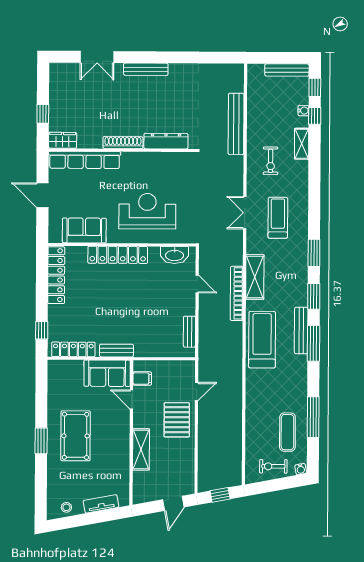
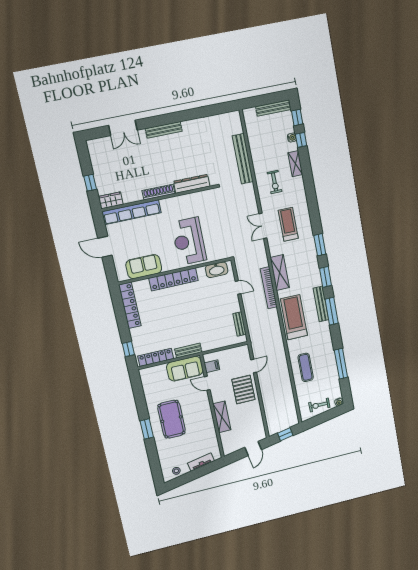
reception desk: (147, 211) -> (189, 241), turned -90
exercise mat: (287, 432) -> (306, 367), moved

